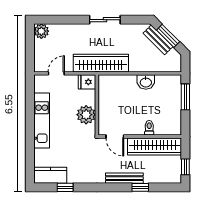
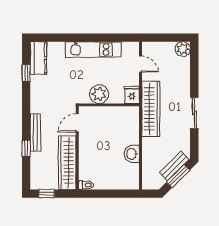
window: (185, 97) -> (117, 194), removed
toilet: (149, 128) -> (86, 185), moved

